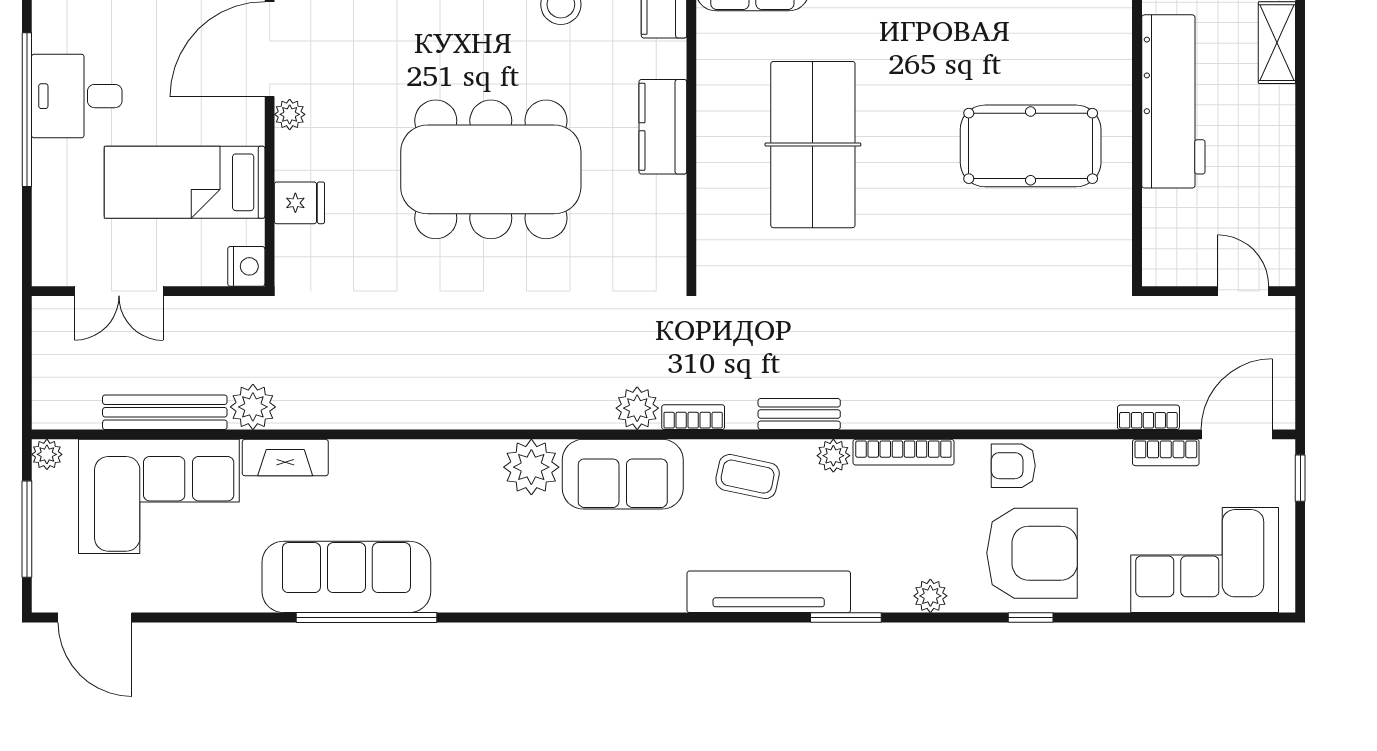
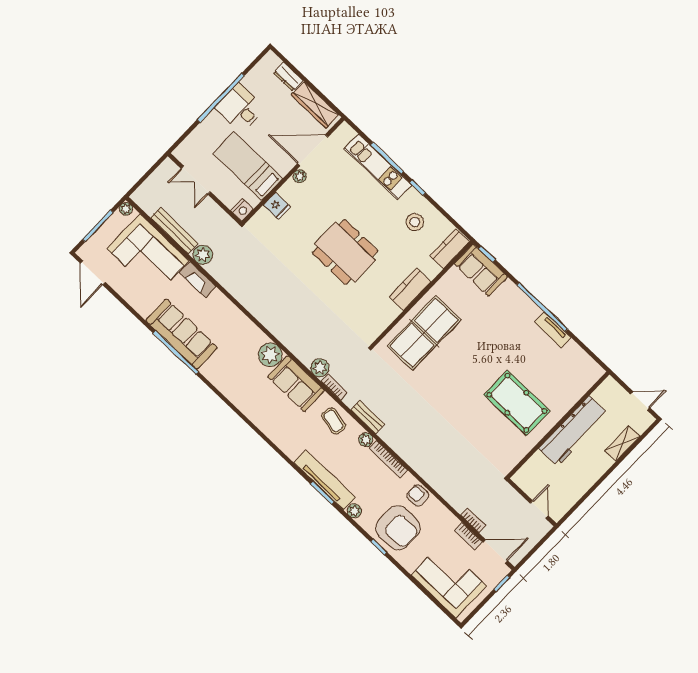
table tennis table: (813, 145) -> (424, 333), moved
dining table: (491, 169) -> (345, 252), width x0.73, depth x0.80
tv unit: (769, 592) -> (325, 480), moved

